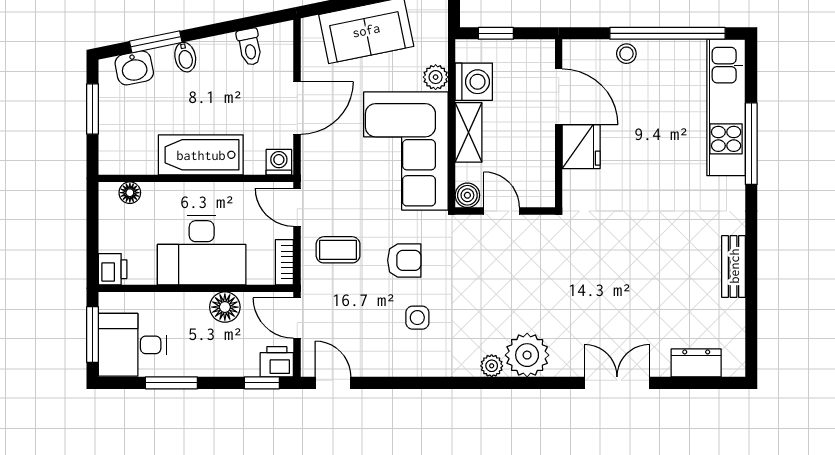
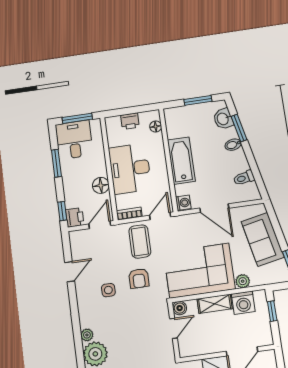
coffee table: (338, 250) -> (140, 242), width x1.36, depth x1.30
printer: (113, 269) -> (130, 121), moved
door: (333, 383) -> (70, 272), moved

